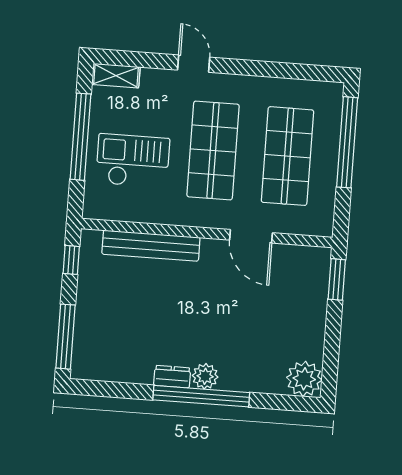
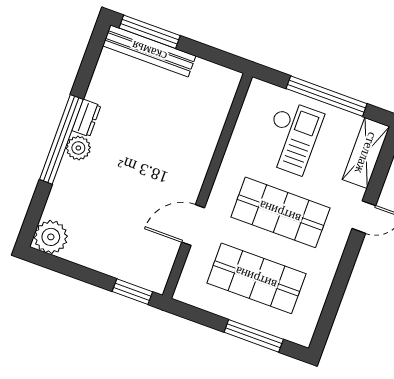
shelving: (116, 76) -> (366, 153), width x1.50, depth x1.33
window: (347, 142) -> (254, 336), width x0.68
bench: (151, 246) -> (149, 51), moved, turned 90
window: (71, 260) -> (217, 56), removed

